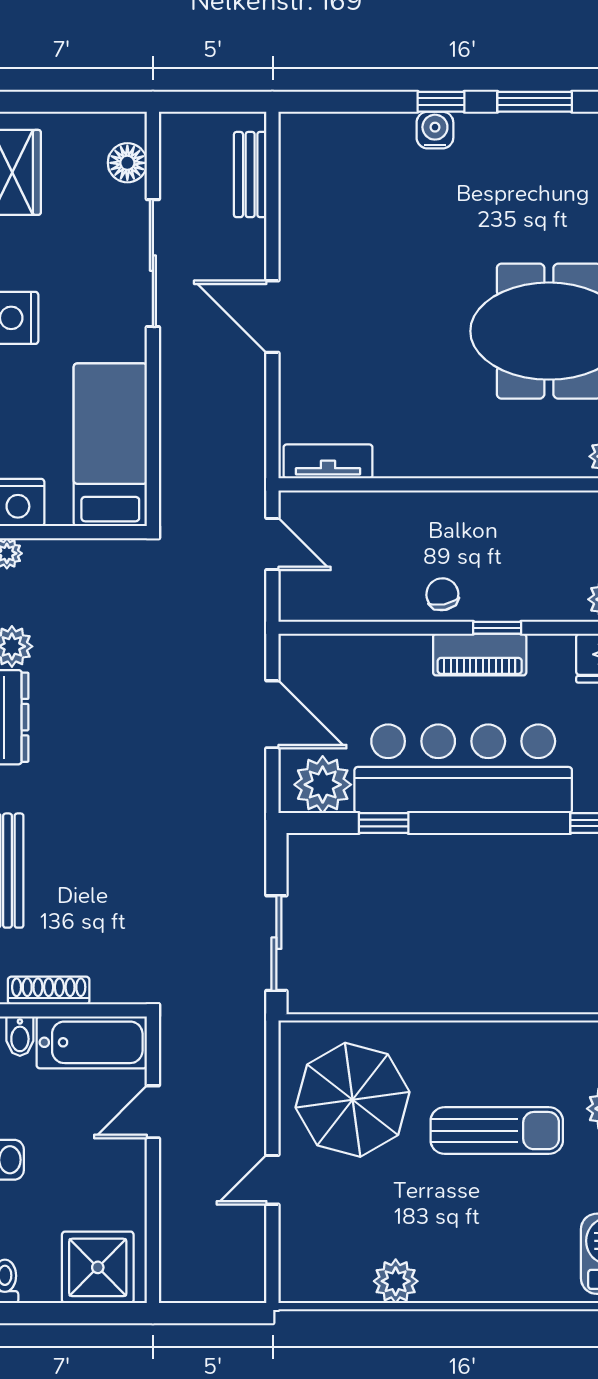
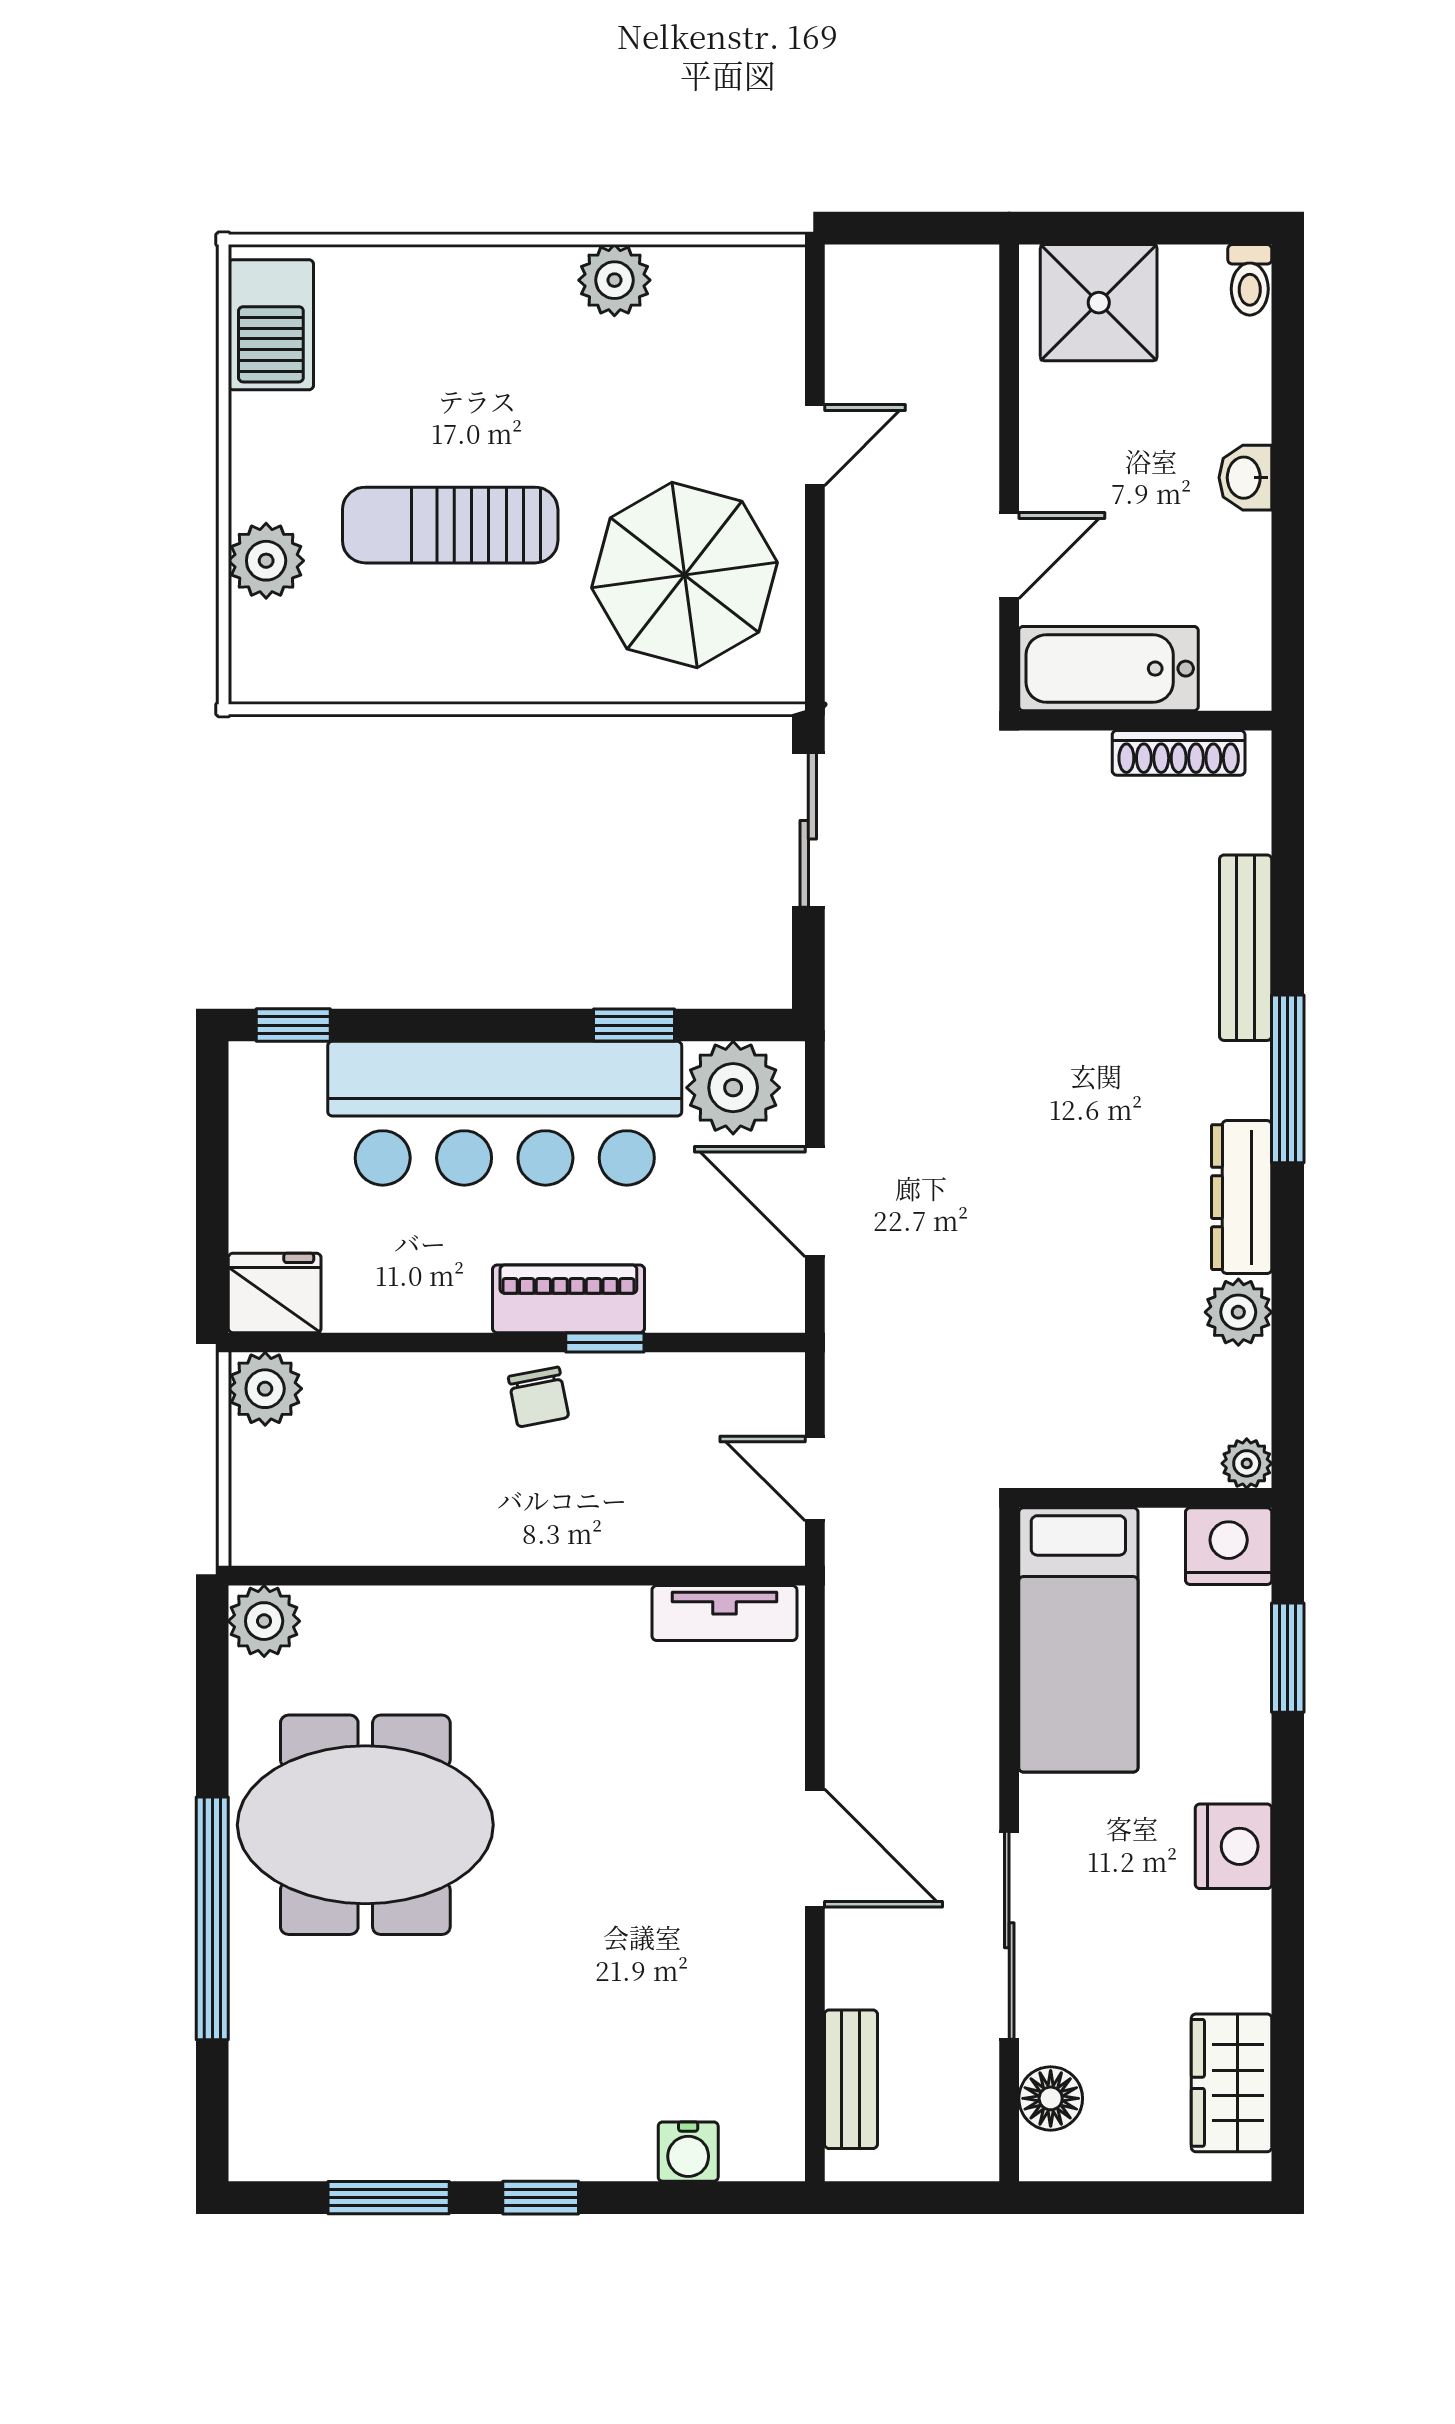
water cooler: (435, 130) -> (688, 2152), moved
window: (497, 628) -> (605, 1342), moved
piano: (480, 655) -> (568, 1299), moved
bidet: (20, 1036) -> (1225, 679), removed

